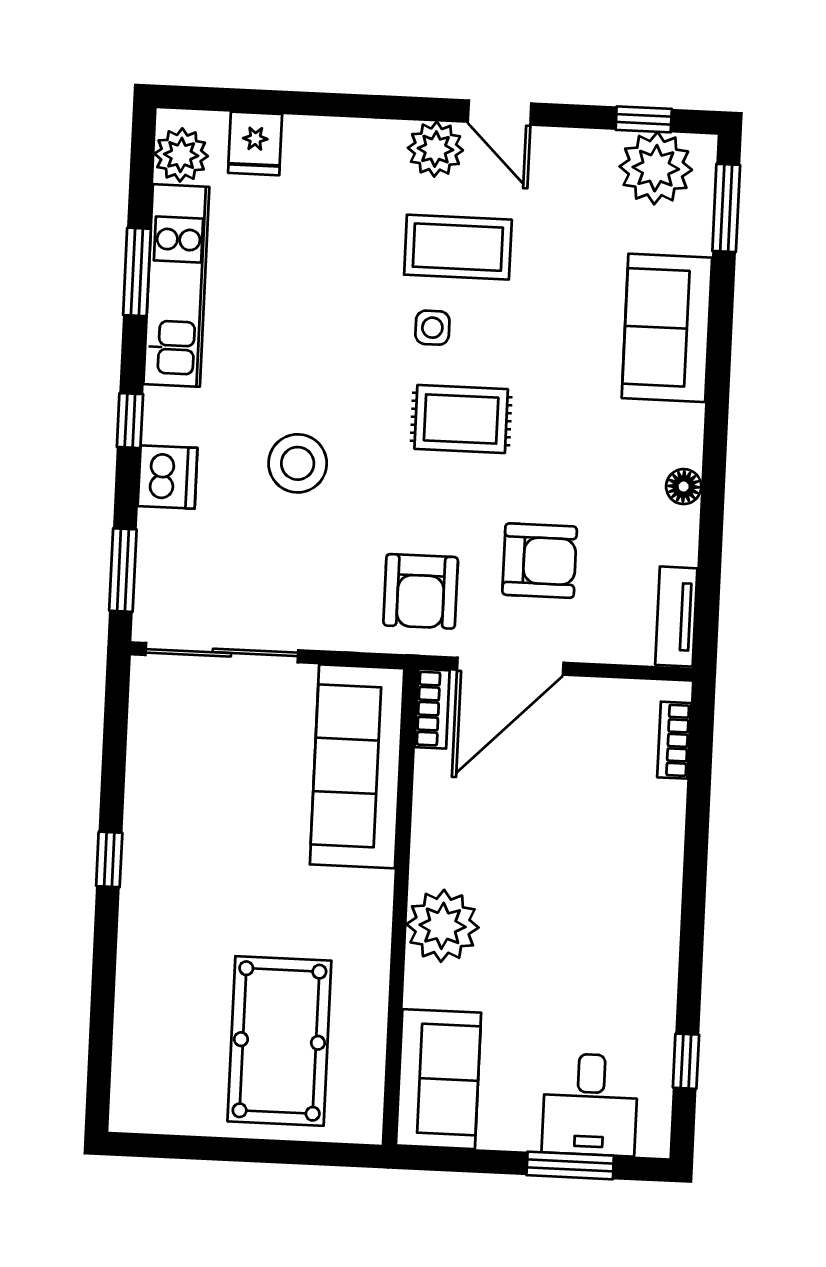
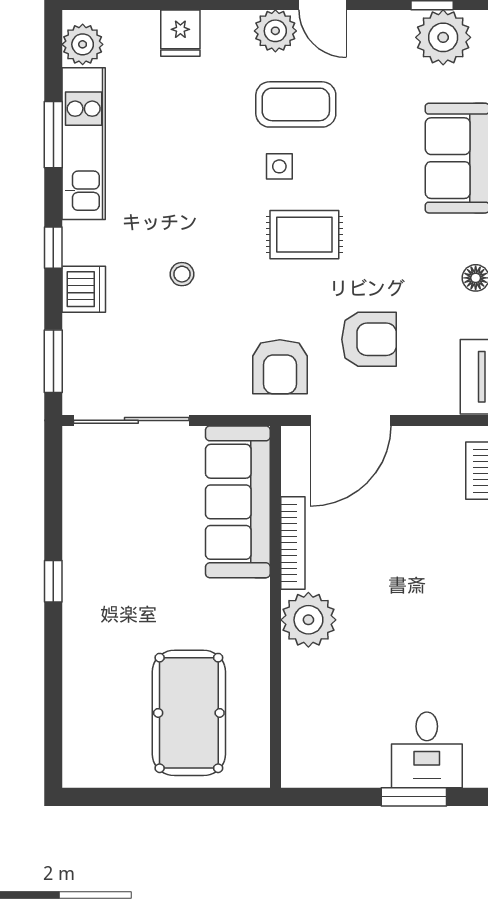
fridge: (255, 143) -> (180, 33), moved
stool: (298, 463) -> (182, 274), width x0.53, depth x0.53
bookcase: (432, 709) -> (293, 543), moved, width x1.56
sofa: (439, 1079) -> (311, 736), removed

